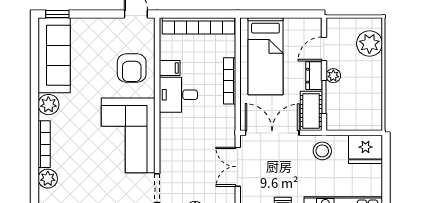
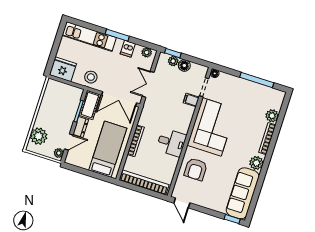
armchair: (132, 68) -> (196, 169), turned 180
filing cabinet: (170, 68) -> (191, 100), moved
plant: (333, 76) -> (59, 153), moved
double door: (238, 167) -> (148, 84), swing flipped

